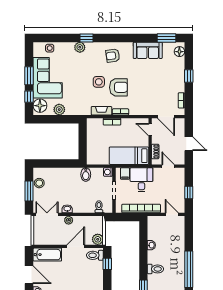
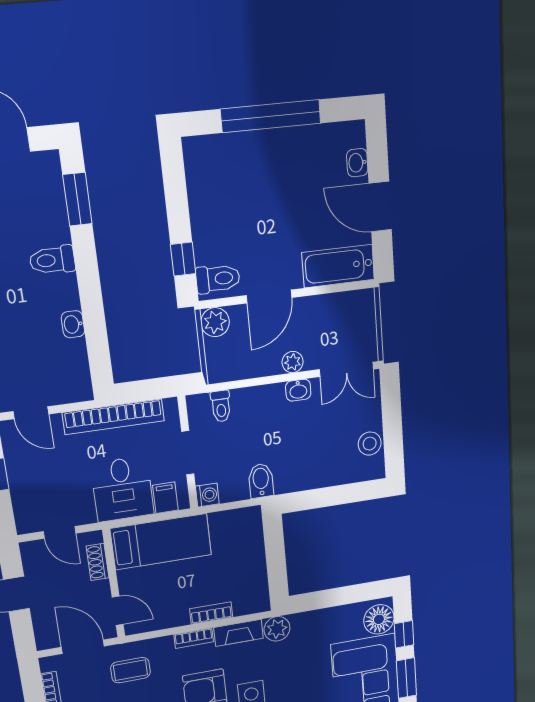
coffee table: (148, 103) -> (130, 670), added
plant: (59, 110) -> (277, 629), moved
window: (29, 191) -> (392, 421), removed

